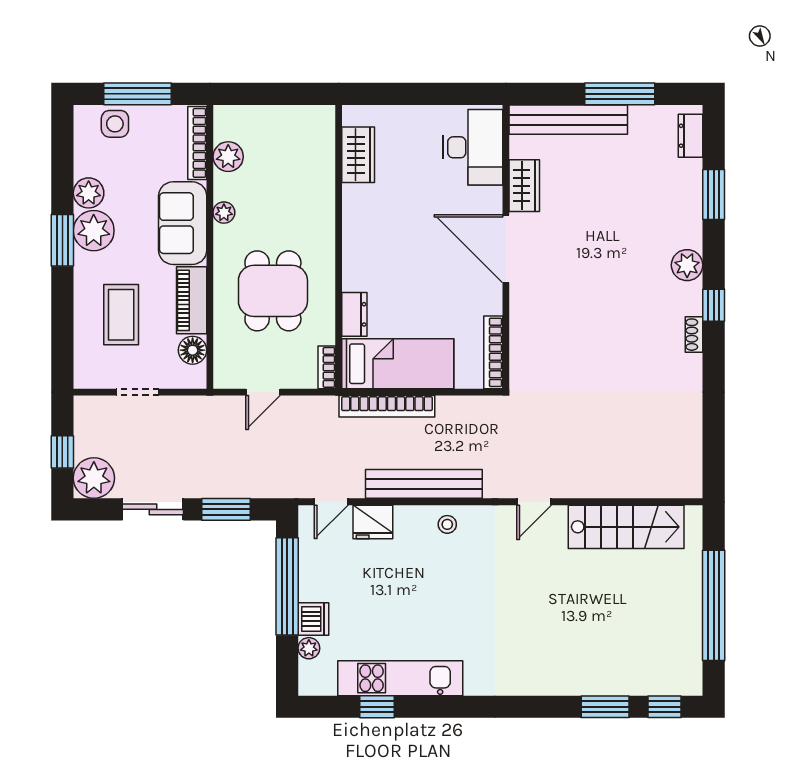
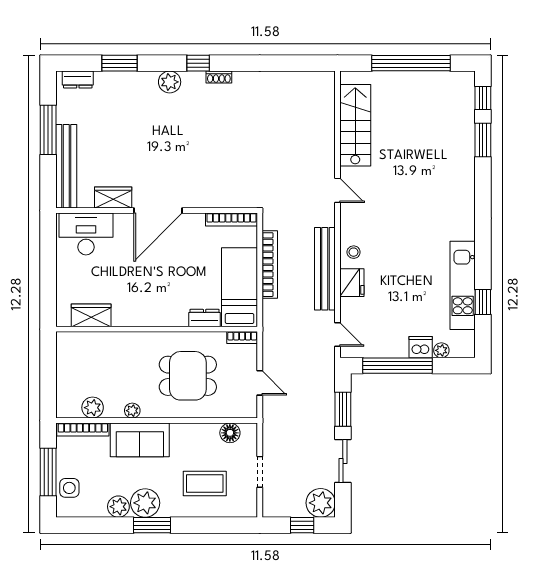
piano: (192, 300) -> (195, 434), removed
bookcase: (387, 406) -> (270, 265), moved
fridge: (373, 522) -> (352, 283), moved

